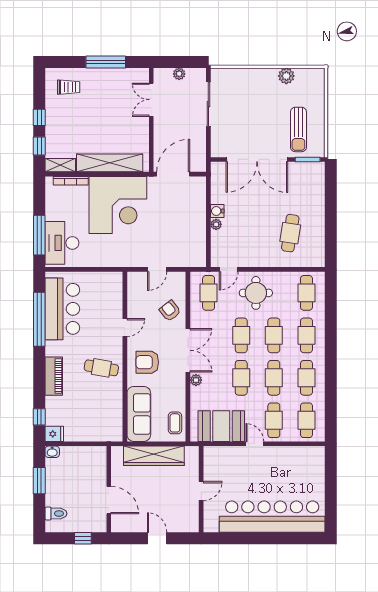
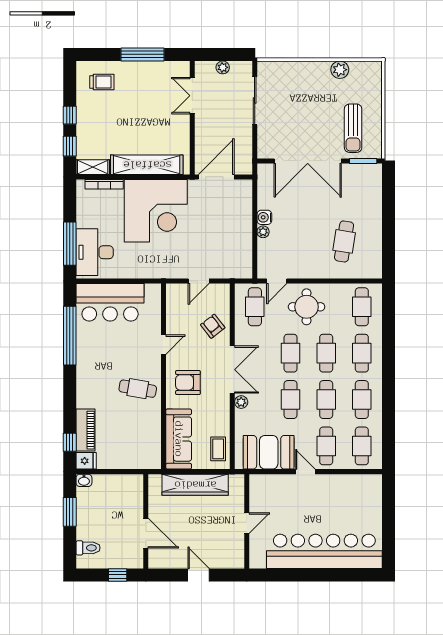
bar counter: (62, 309) -> (110, 302), moved, turned 90
piano: (54, 376) -> (86, 430), moved

